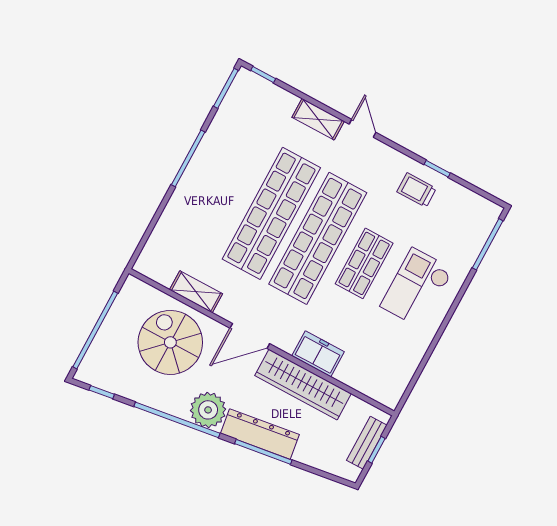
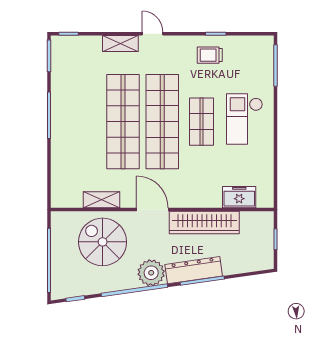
door: (250, 336) -> (152, 210), swing flipped
freezer: (318, 354) -> (239, 197), moved
bench: (367, 443) -> (267, 238), removed

